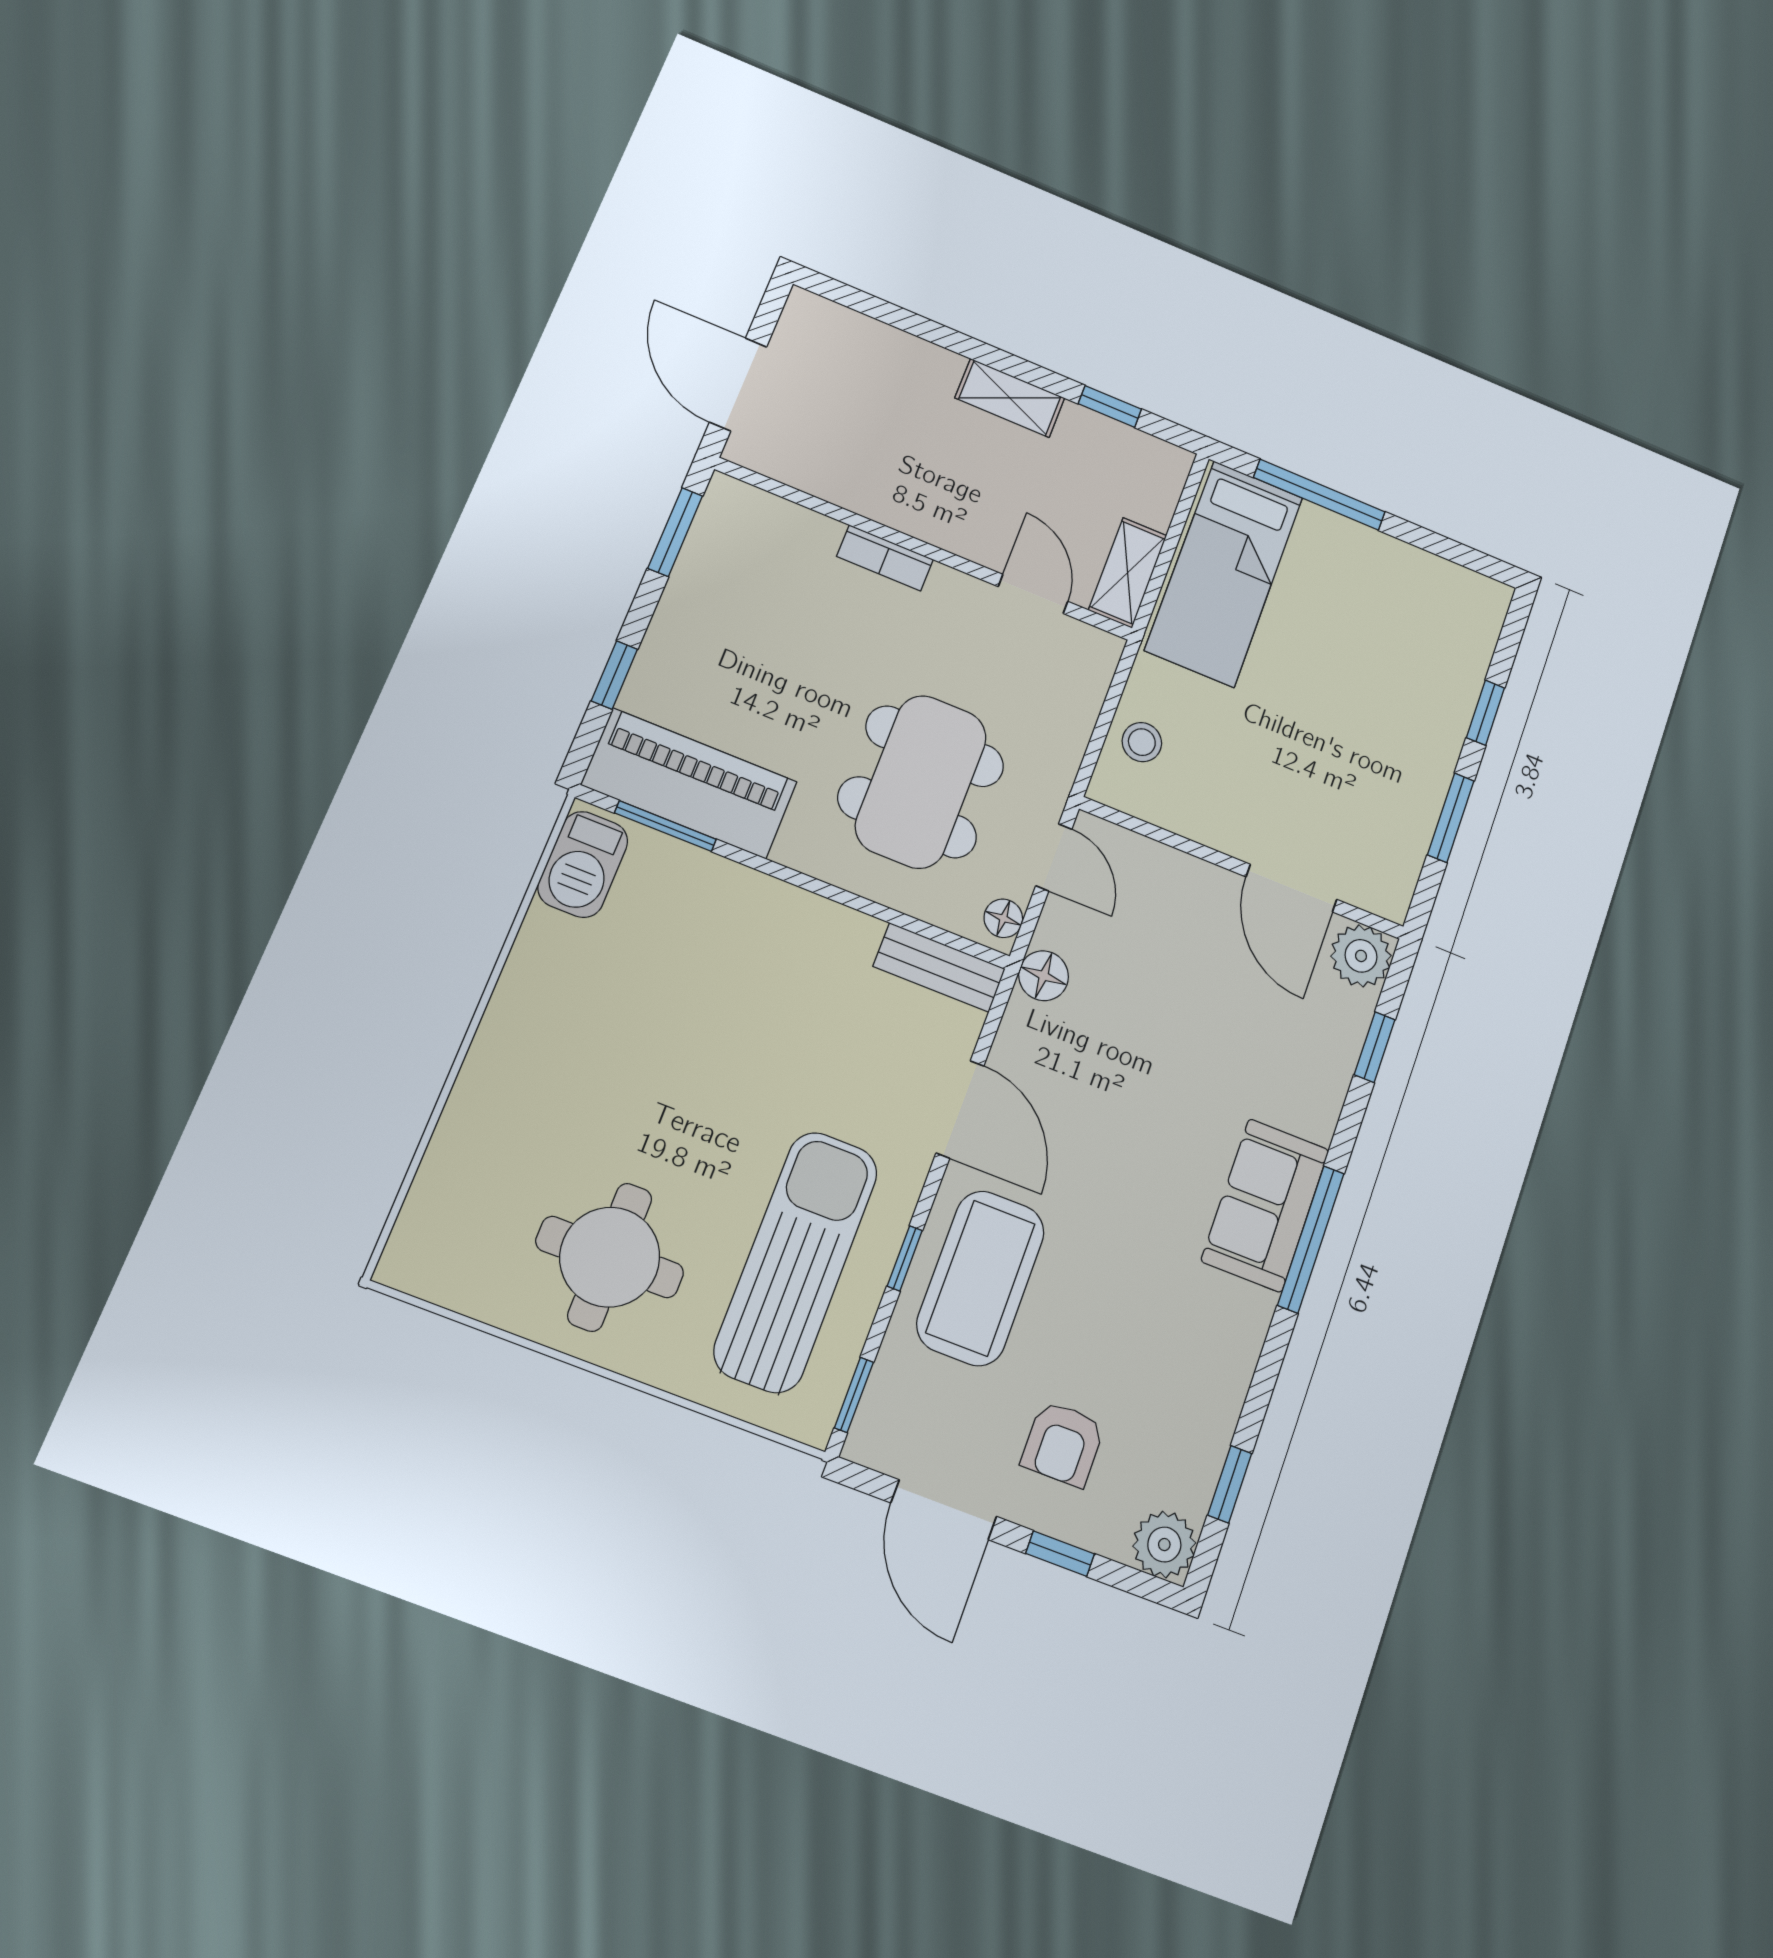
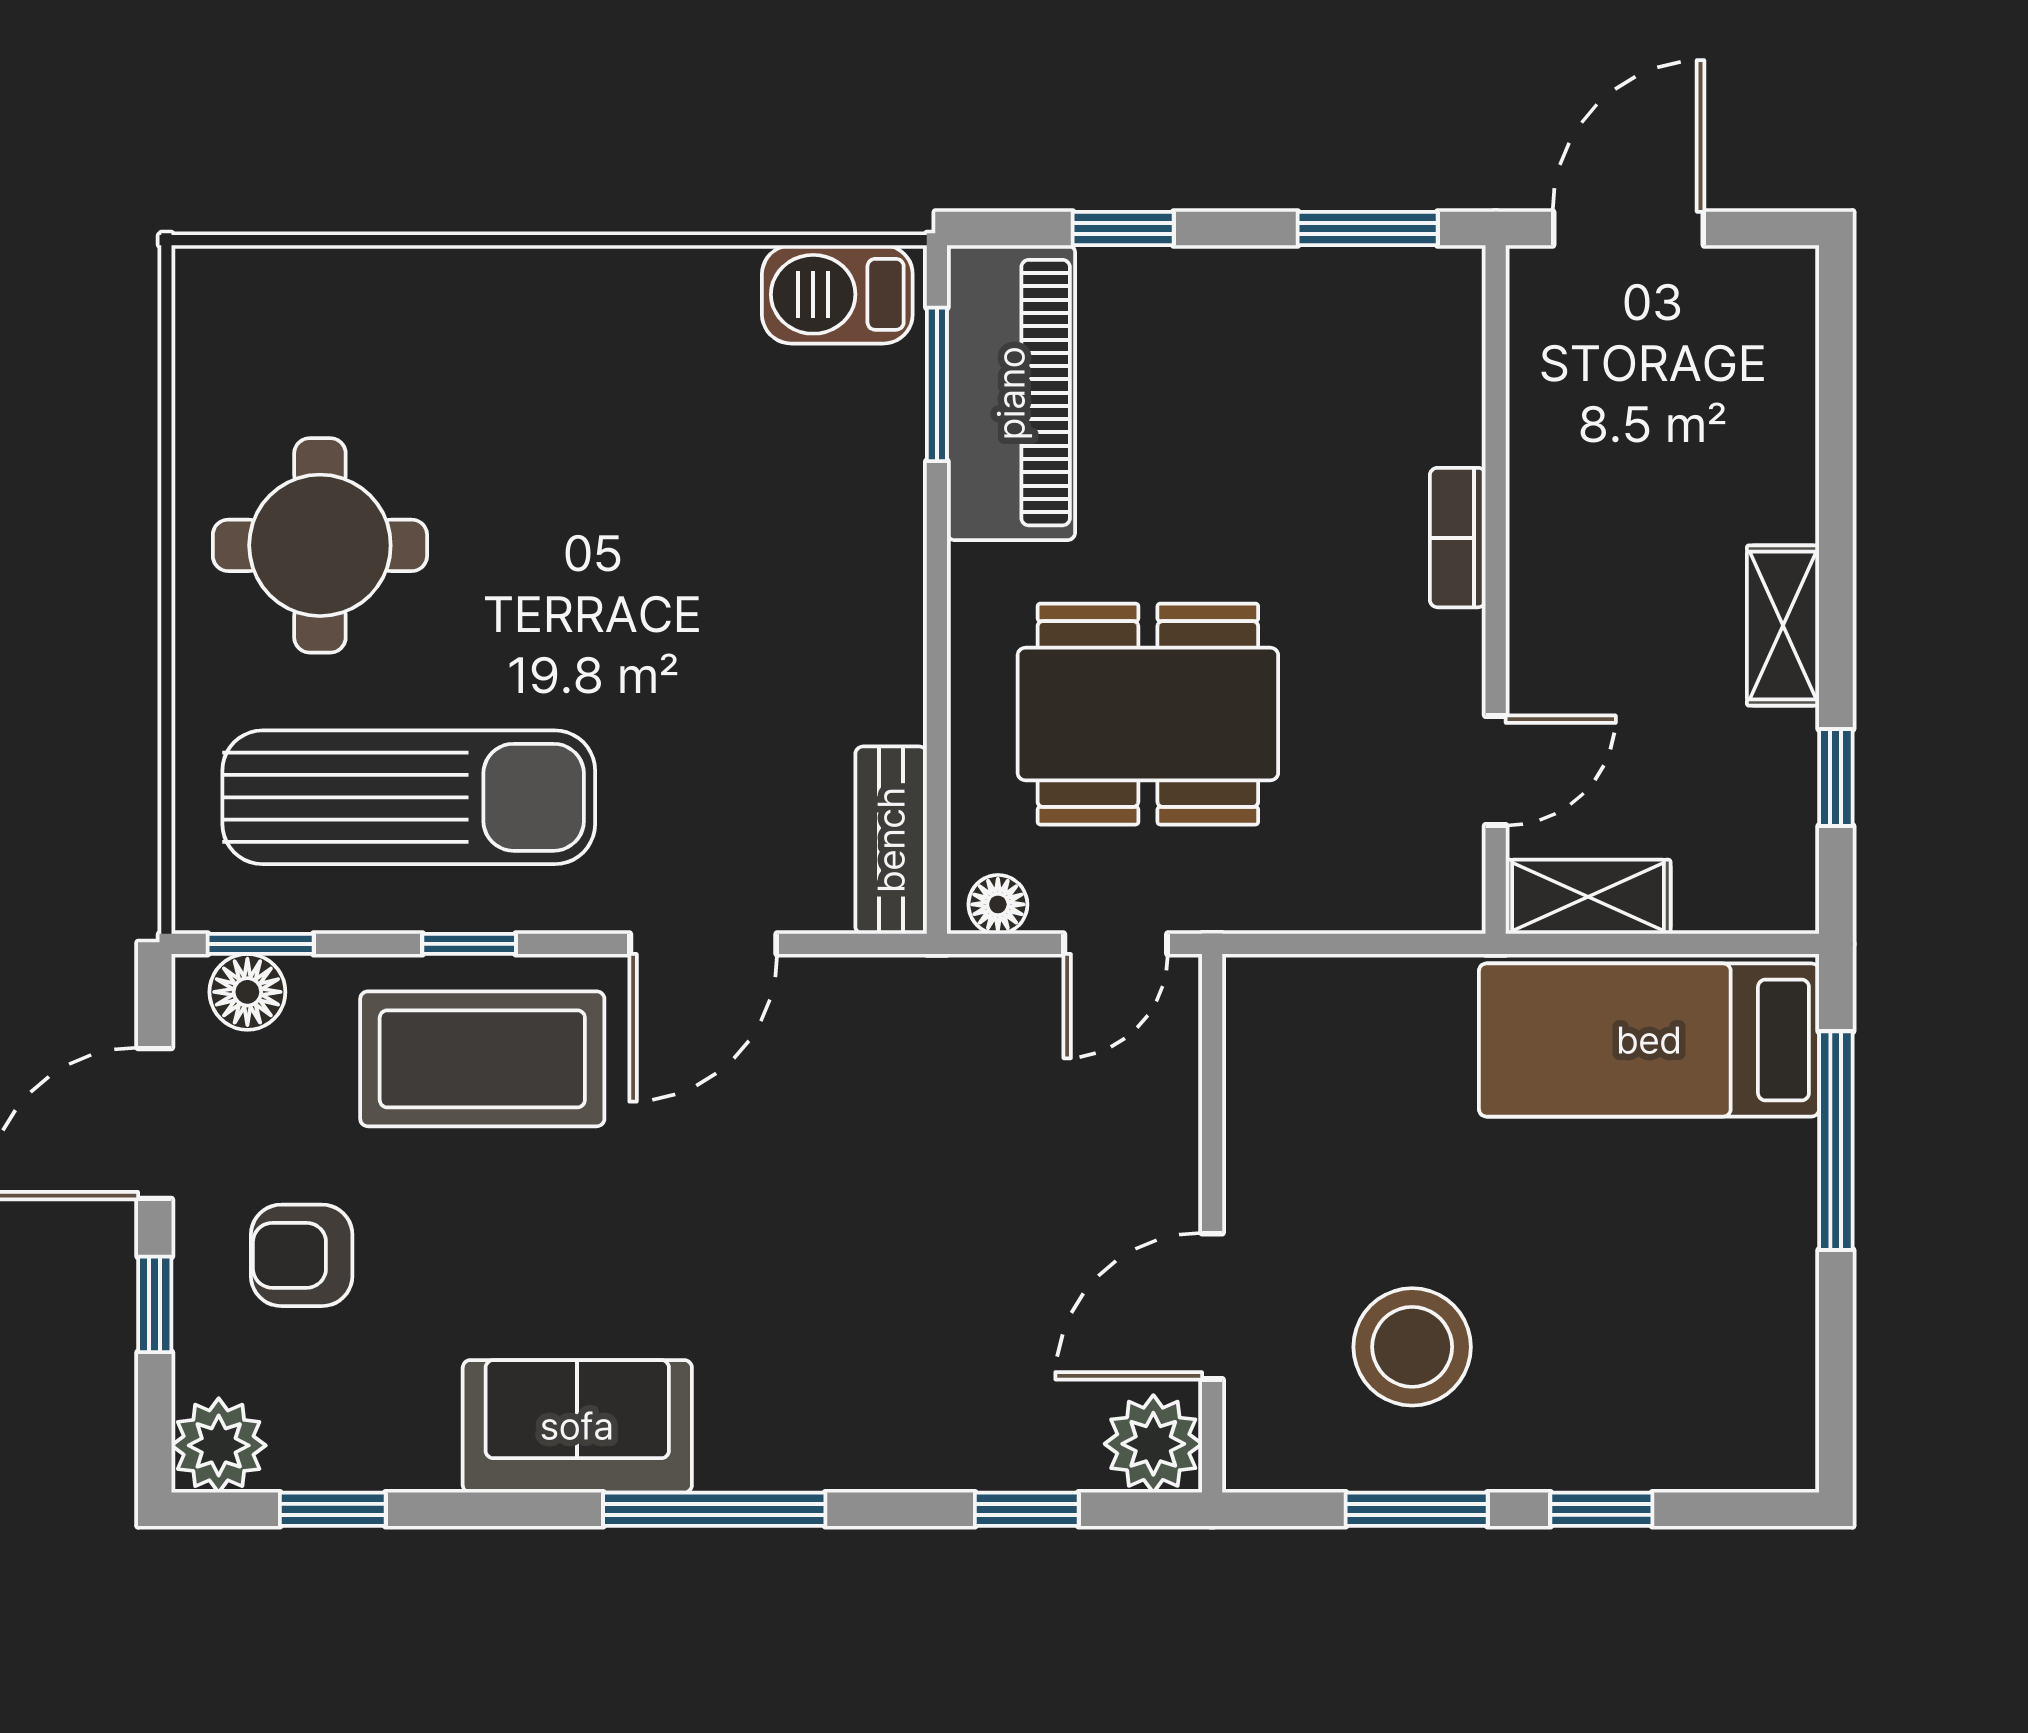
stool: (1142, 742) -> (1412, 1347), moved, width x1.89, depth x1.89
floor lamp: (1044, 976) -> (247, 992), moved
sofa: (1265, 1205) -> (577, 1426), moved

